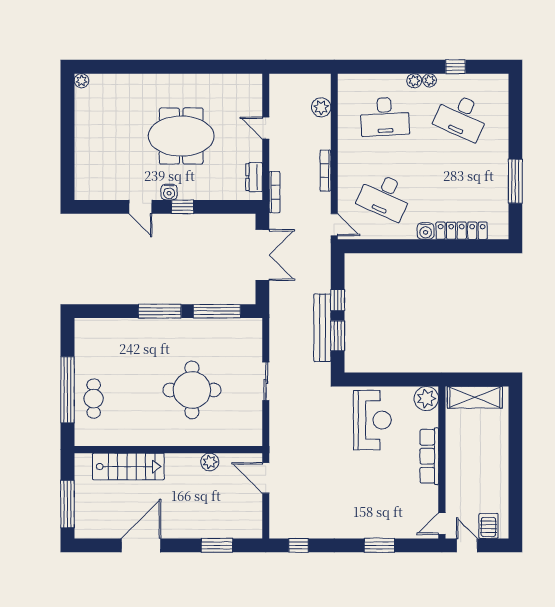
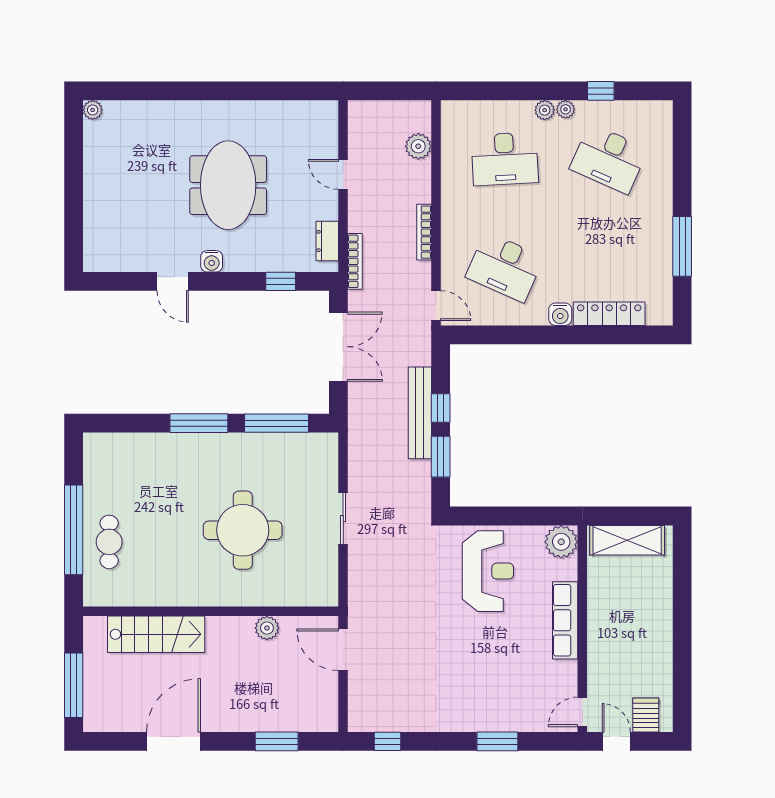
meeting table: (181, 136) -> (228, 185), turned 90
window: (183, 207) -> (281, 281), moved
bench: (322, 328) -> (420, 413), moved

